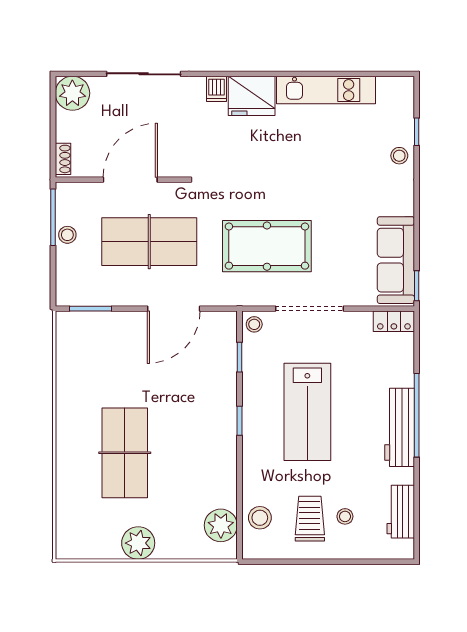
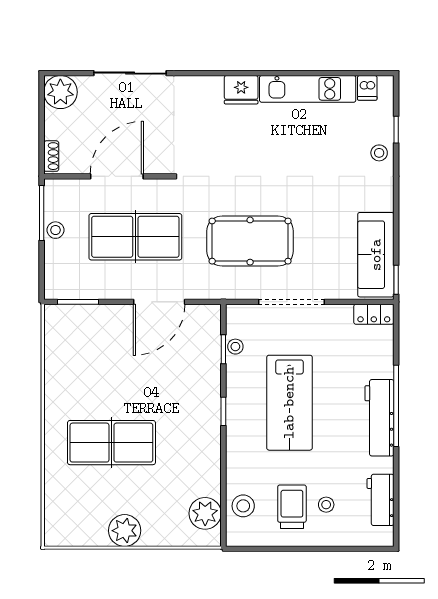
dishwasher: (216, 89) -> (367, 88), moved
fridge: (252, 96) -> (241, 90), width x0.73, depth x0.75
stool: (254, 324) -> (235, 347), moved
table tennis table: (125, 453) -> (111, 443), turned 90

